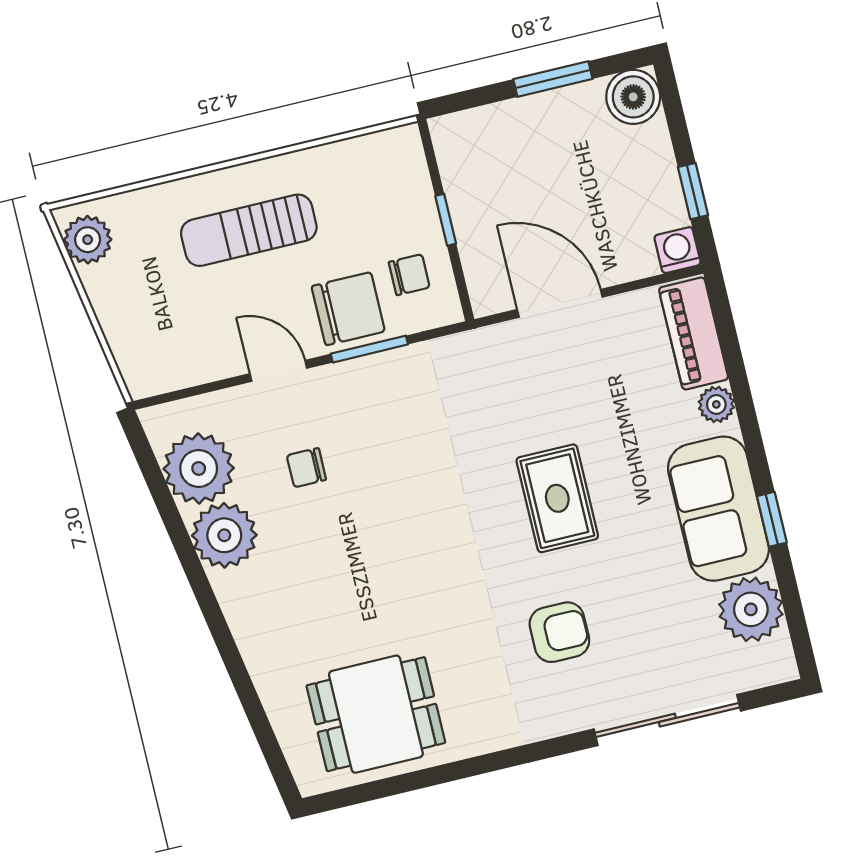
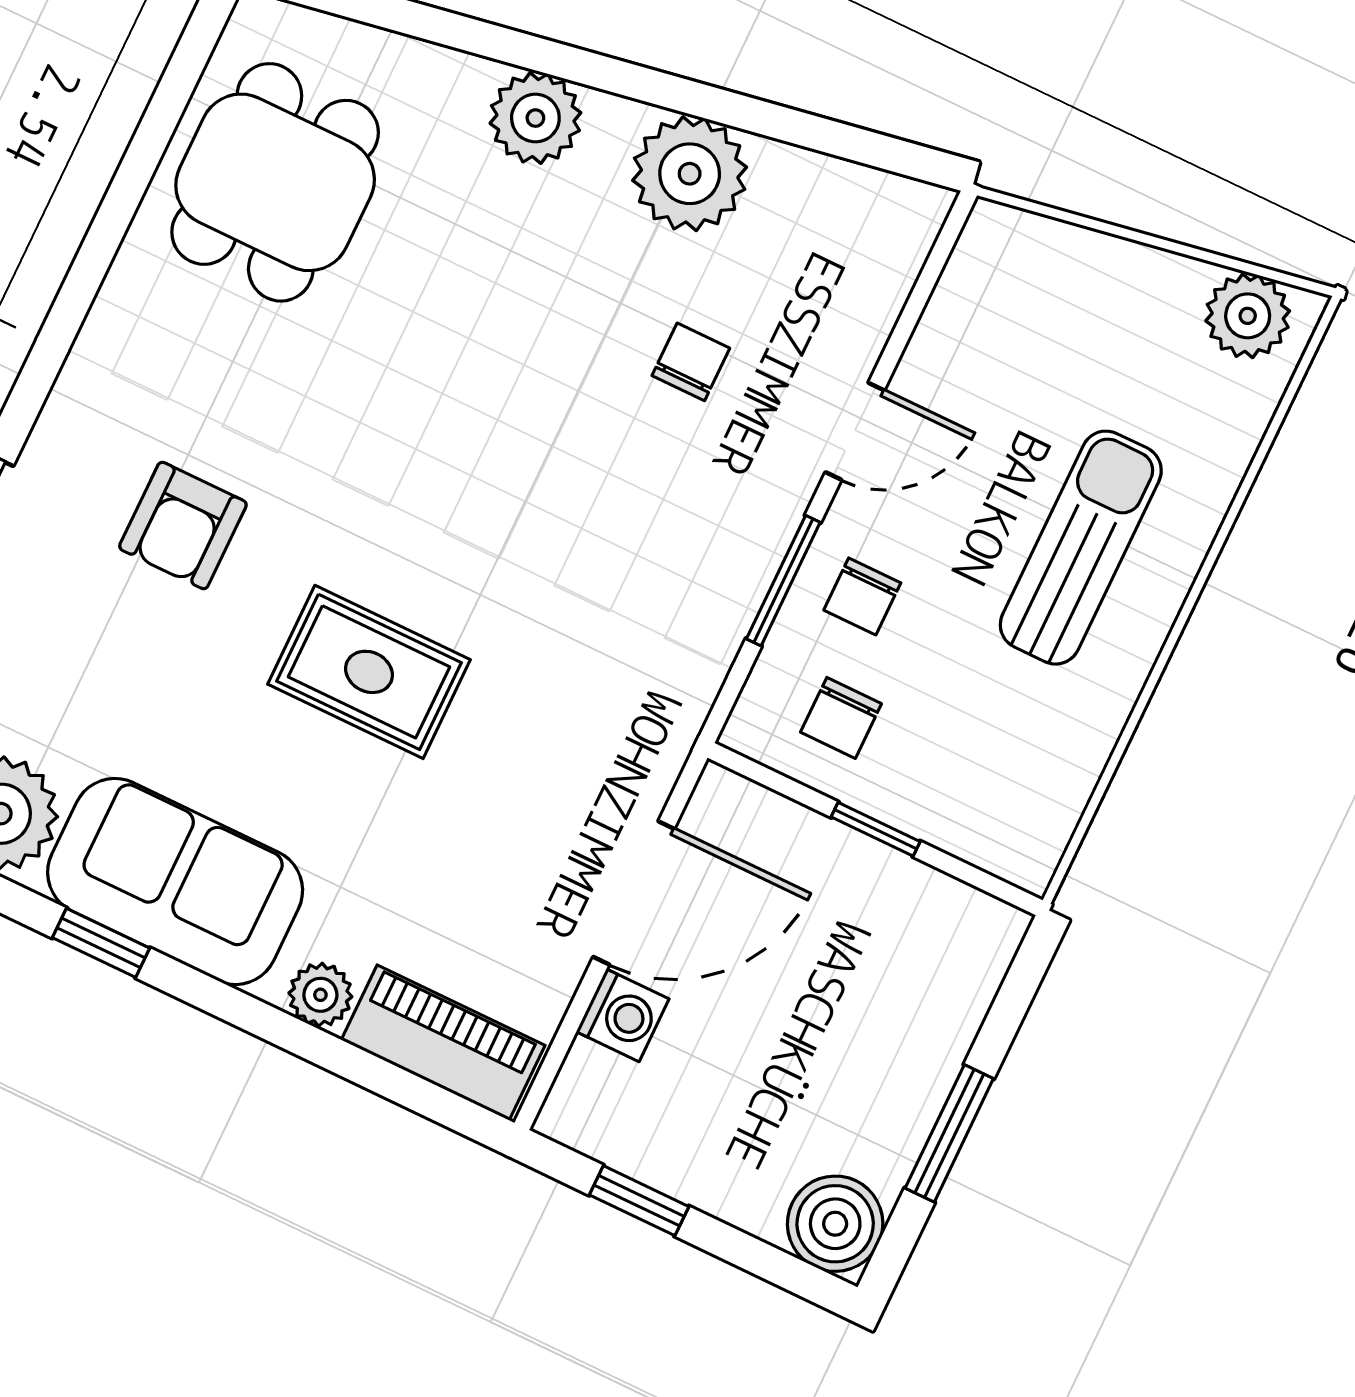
washing machine: (677, 250) -> (623, 1015), moved
chair: (348, 309) -> (862, 596), width x0.54, depth x0.54
plant: (199, 468) -> (535, 118), moved, width x0.73, depth x0.73

